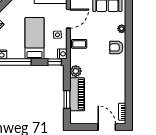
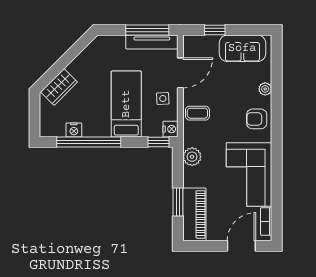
corner sofa: (111, 82) -> (249, 174), added
piano: (77, 94) -> (194, 214), moved
door: (107, 127) -> (241, 246), hinge flipped

